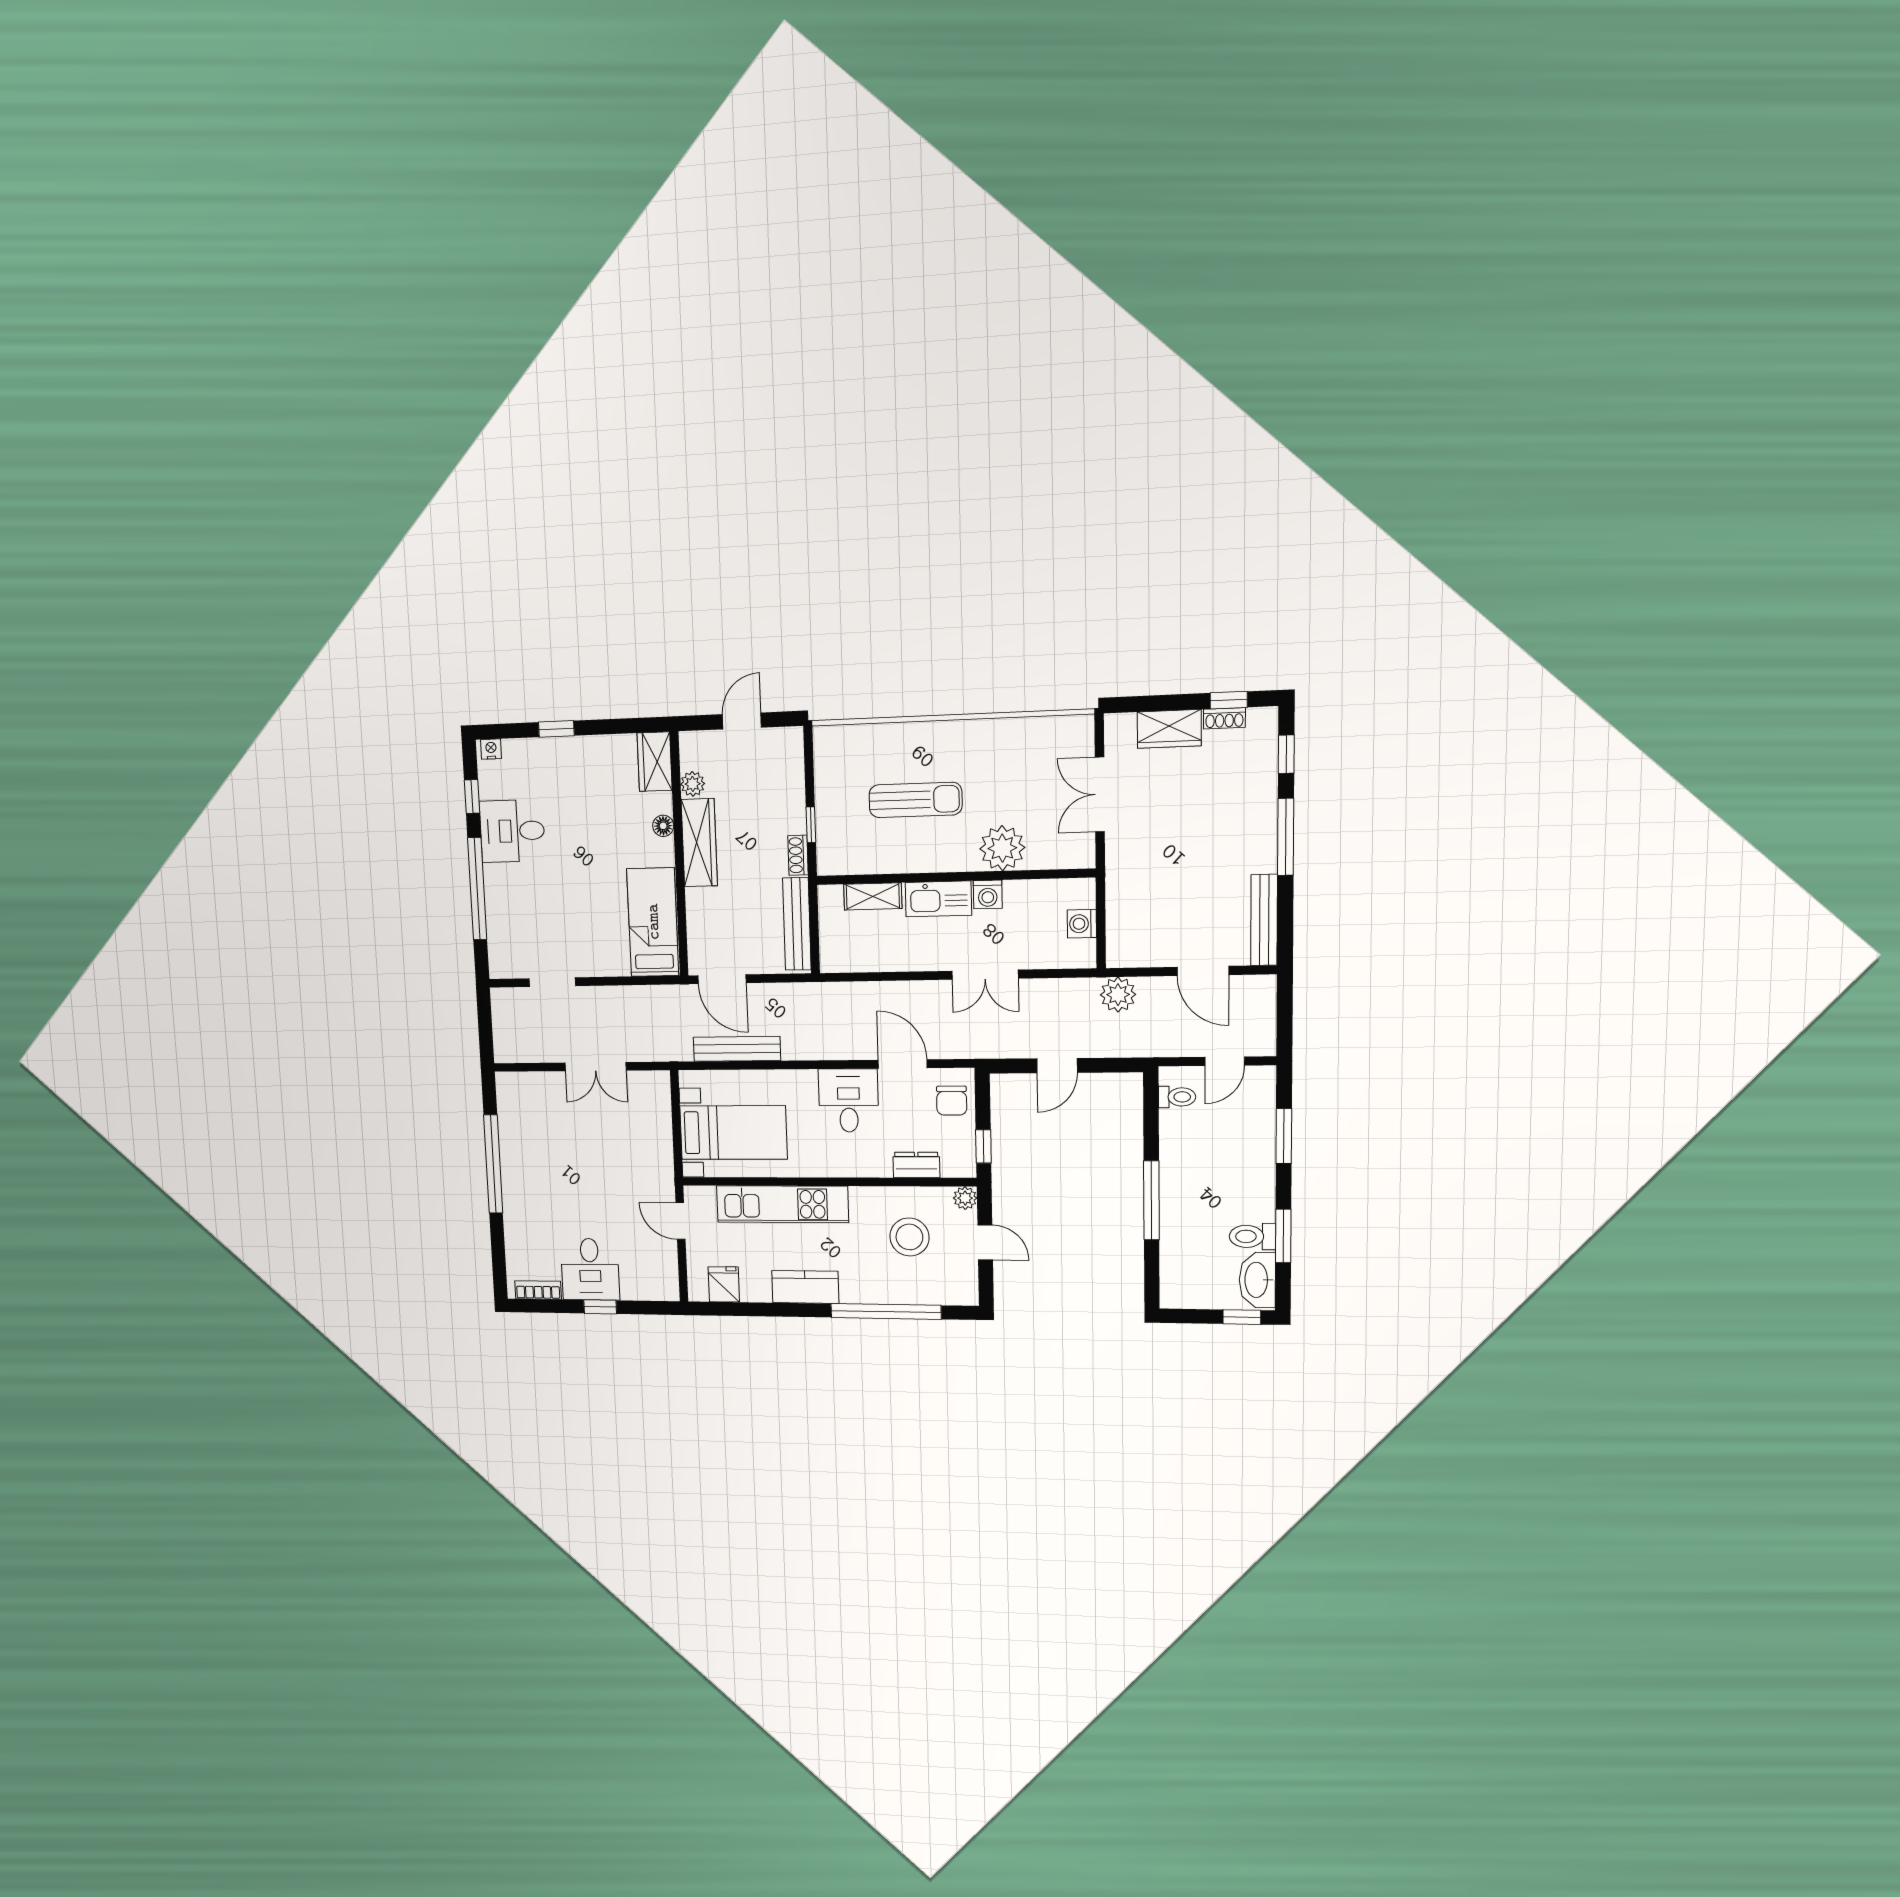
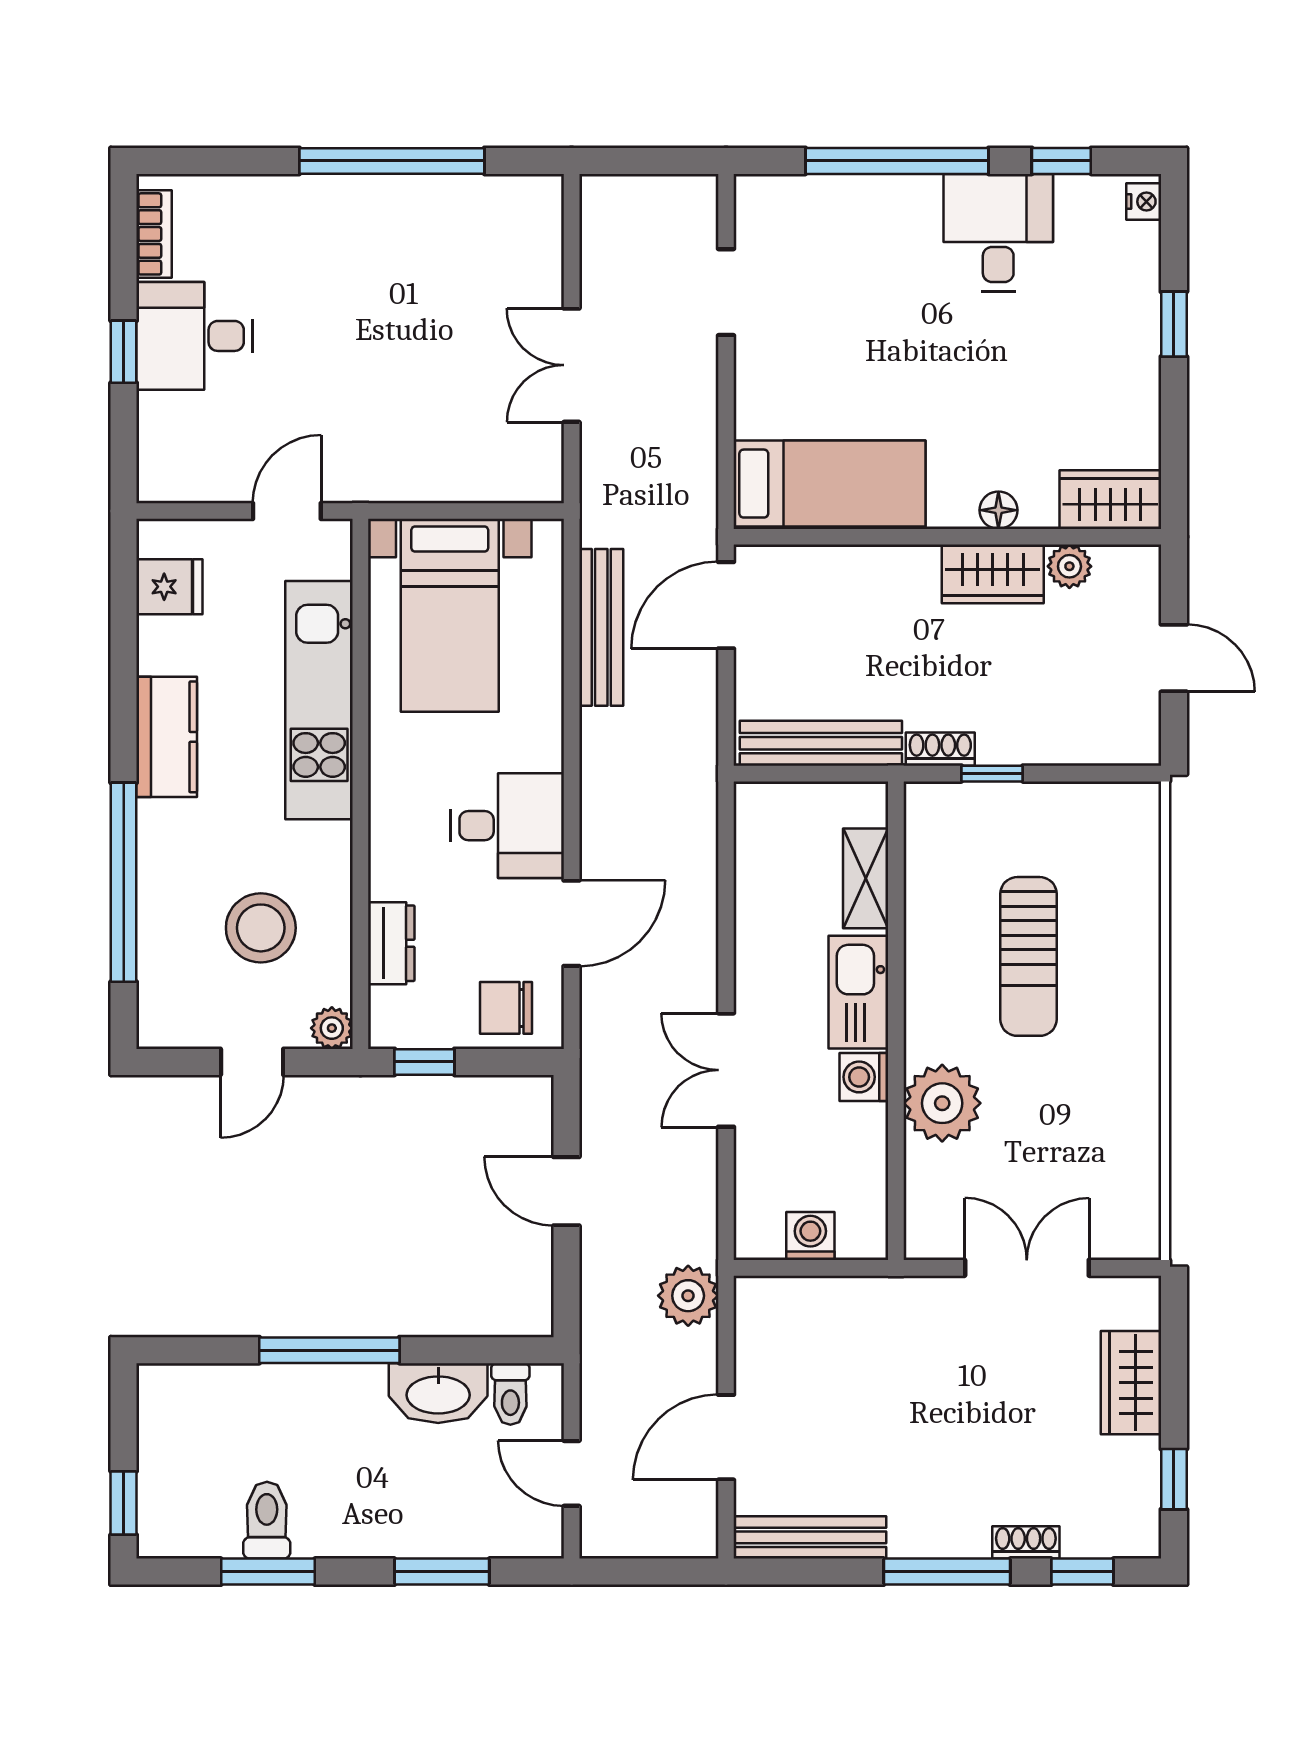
shoe rack: (1224, 718) -> (1026, 1542), moved, turned 90
wardrobe: (699, 843) -> (993, 574), width x0.67
washbasin: (1257, 1280) -> (438, 1393), moved, turned 180

